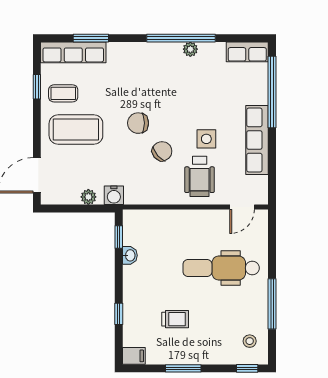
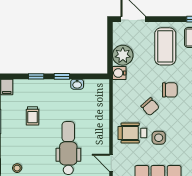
chair: (138, 123) -> (170, 90), turned 90
plant: (88, 197) -> (123, 55), width x1.88, depth x1.88
window: (119, 237) -> (62, 76), moved

